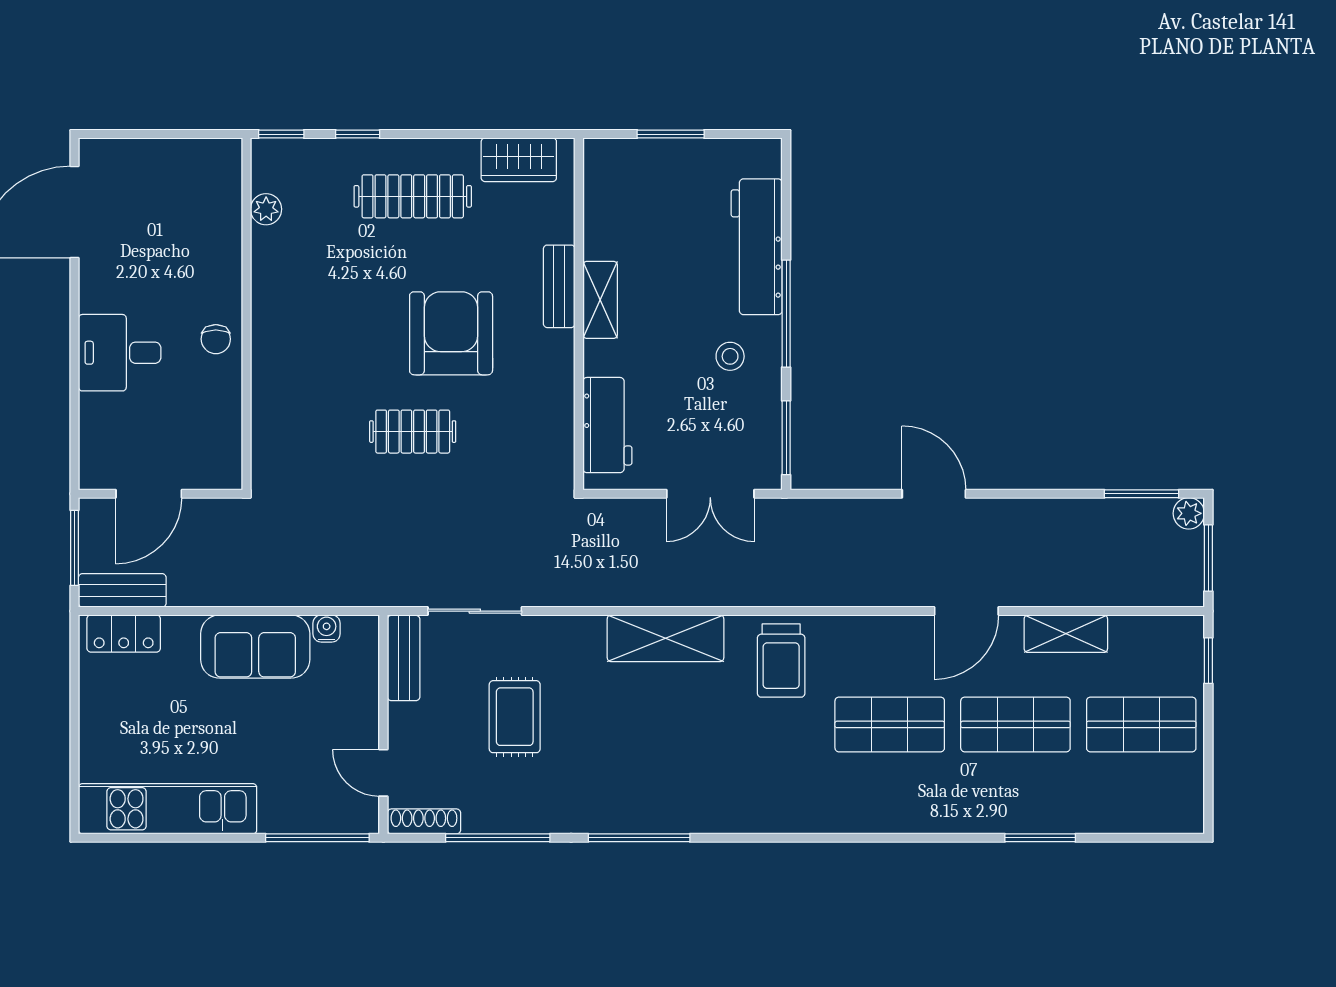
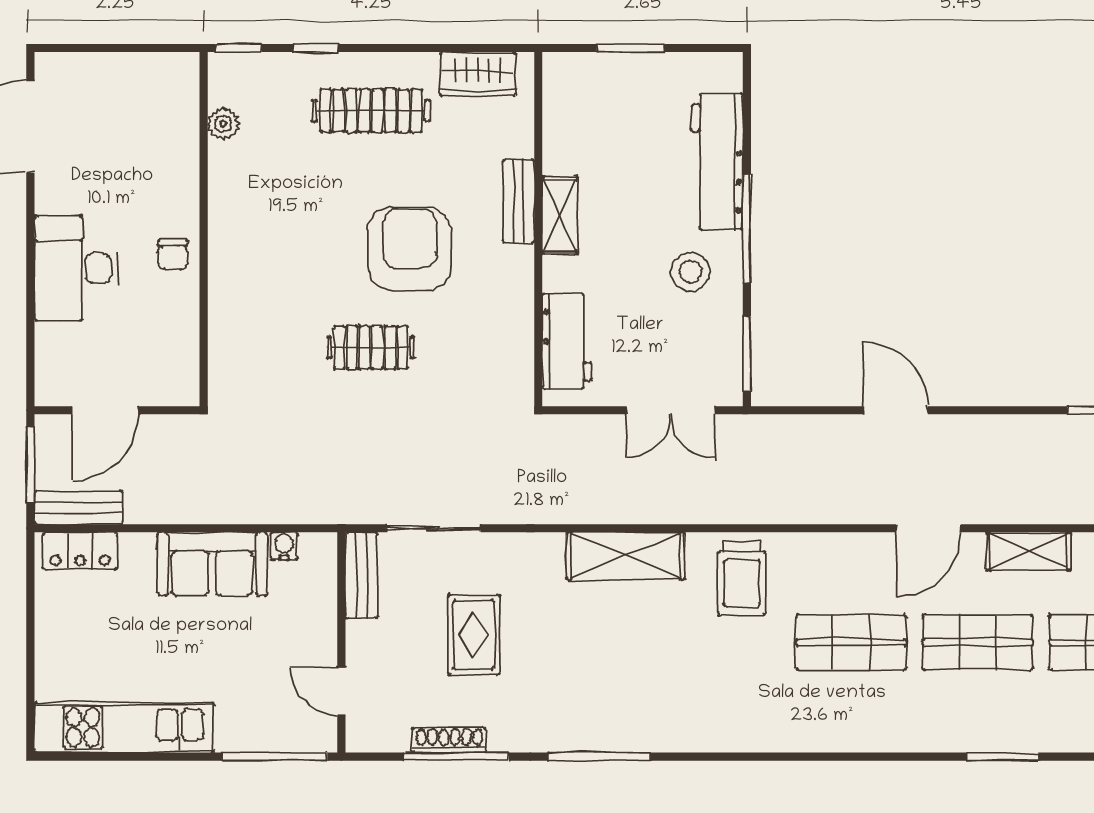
desk: (120, 353) -> (76, 268), width x1.37
stool: (730, 356) -> (690, 272), width x1.37, depth x1.37
shoe rack: (424, 821) -> (449, 740), moved

